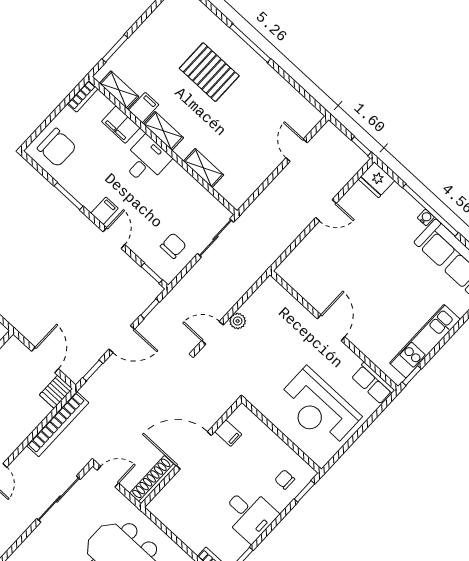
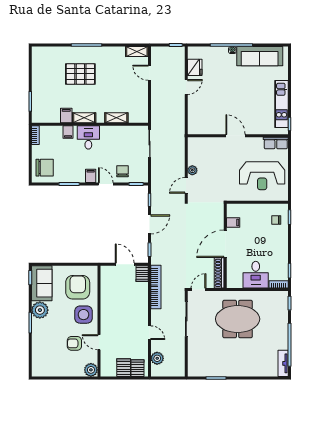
shelving: (119, 90) -> (137, 51), moved
filing cabinet: (121, 125) -> (68, 132), width x0.50
fridge: (376, 180) -> (195, 67), moved, turned -90
chair: (173, 246) -> (123, 171), moved
desk: (249, 514) -> (256, 275), moved, turned 90

